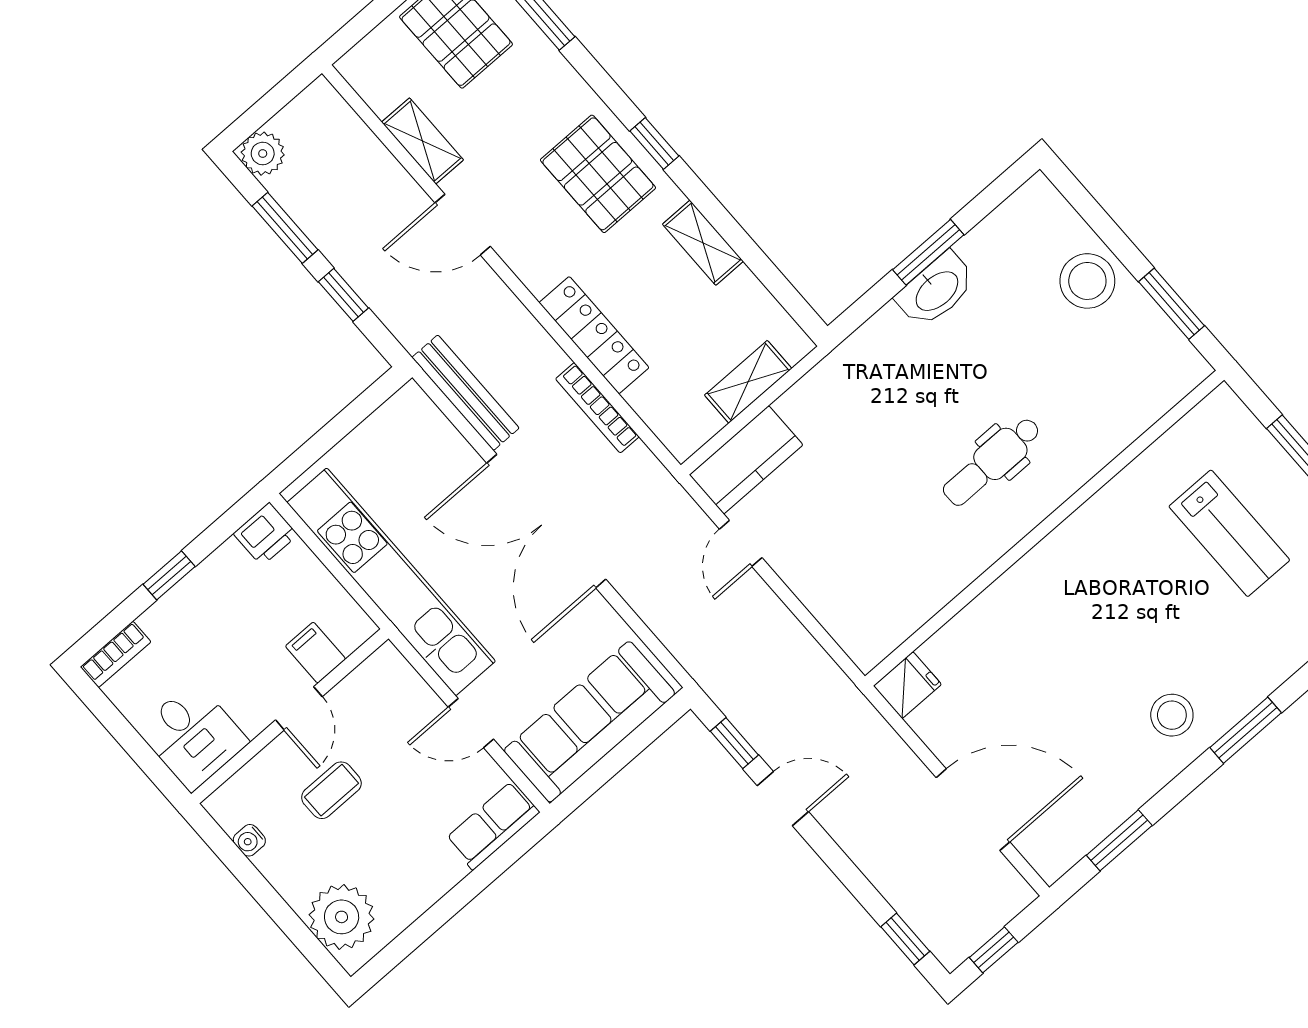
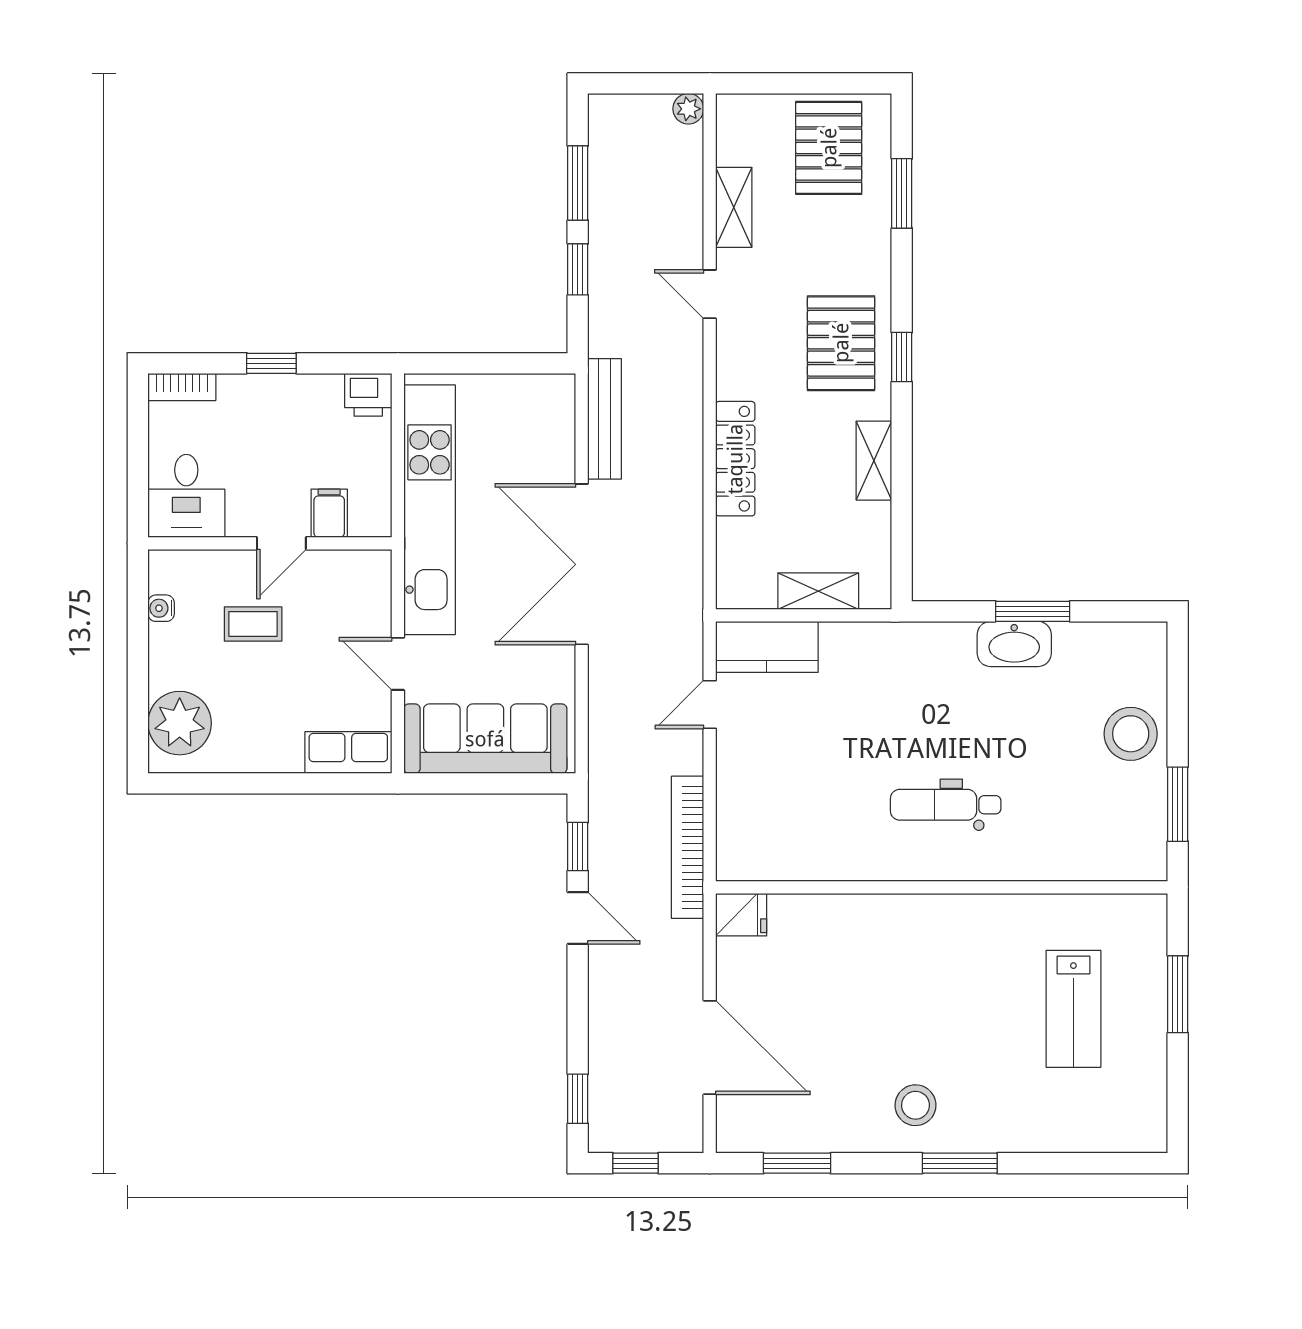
plant: (263, 154) -> (688, 109), moved, width x0.73, depth x0.73
door: (463, 225) -> (710, 294), width x0.73
bookcase: (597, 408) -> (688, 847), moved, width x1.48, depth x1.31

